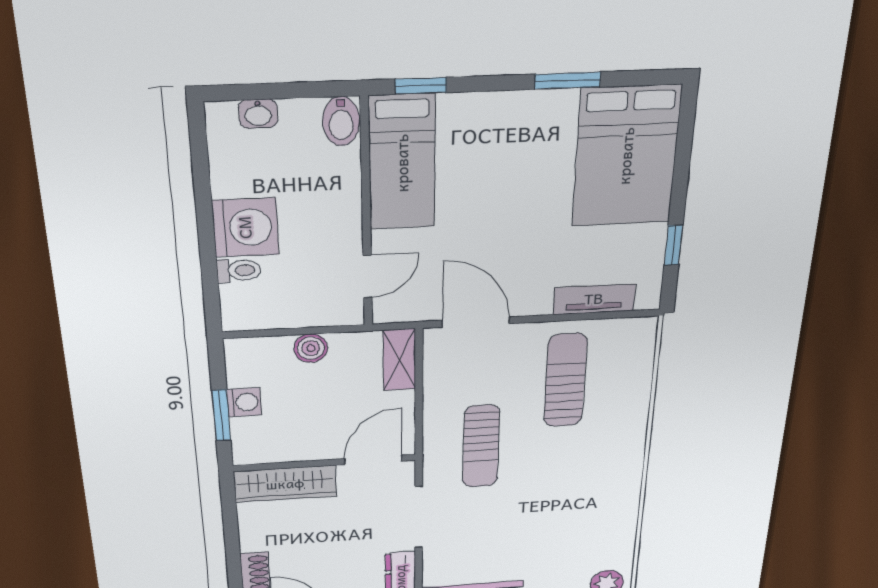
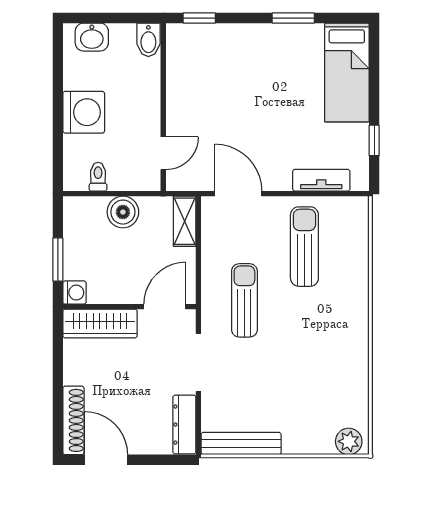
washbasin: (258, 114) -> (92, 37), width x1.38, depth x1.45
bed: (626, 156) -> (347, 72), width x0.67
bed: (402, 163) -> (187, 70), removed
toilet: (239, 270) -> (98, 177), moved, turned -90
boiler: (311, 348) -> (123, 212), width x1.36, depth x1.36
washing machine: (244, 402) -> (74, 293), moved
sun lounger: (481, 446) -> (244, 300), turned 180

